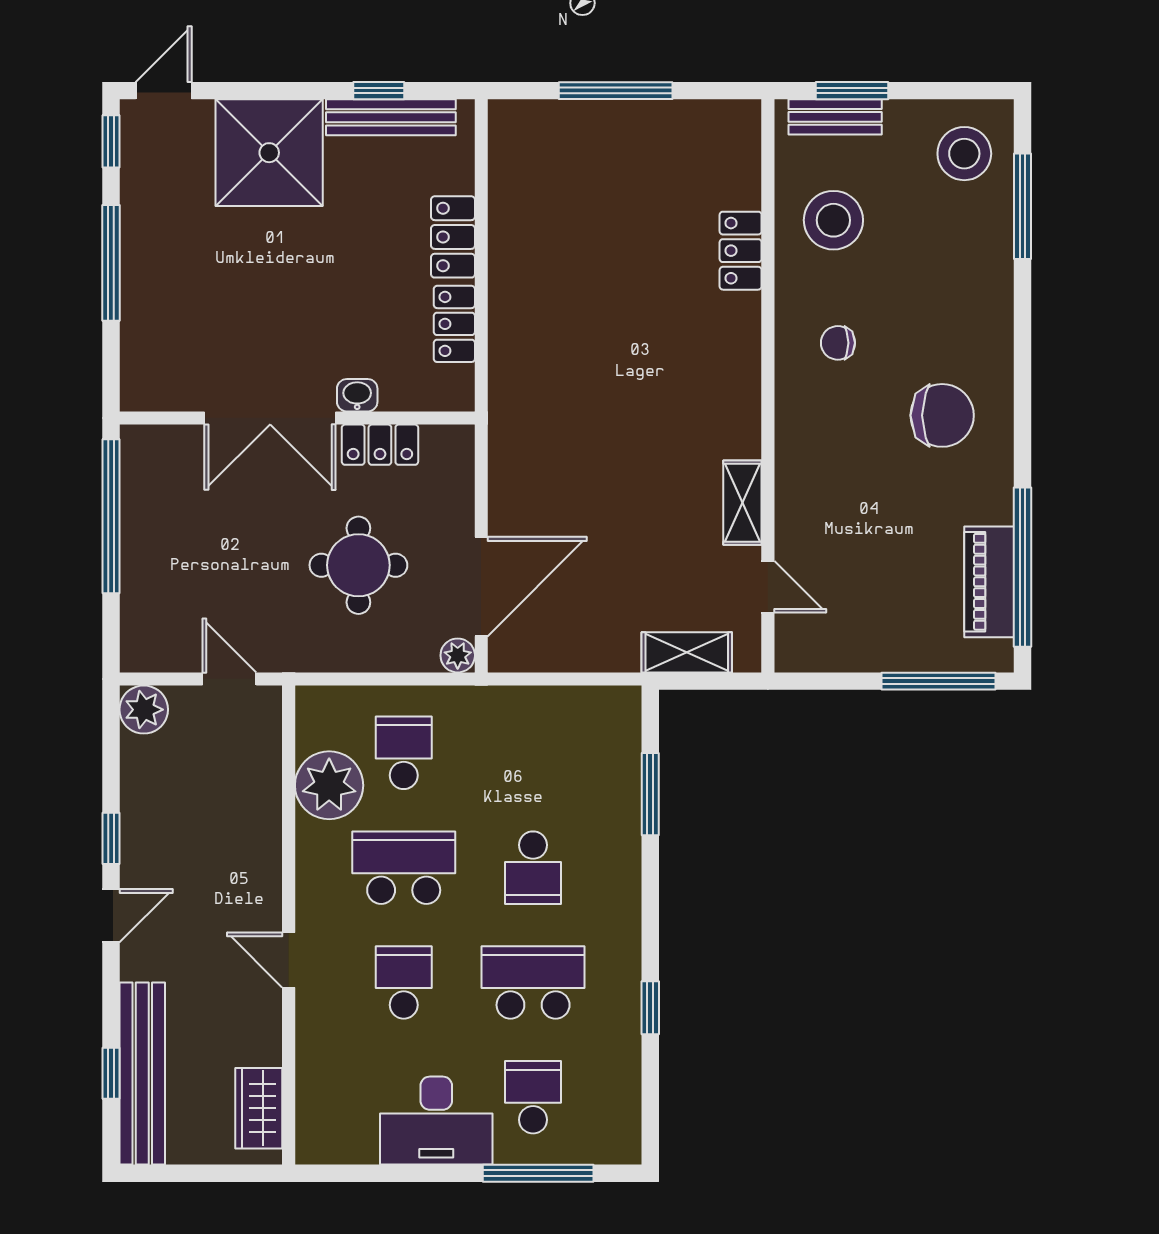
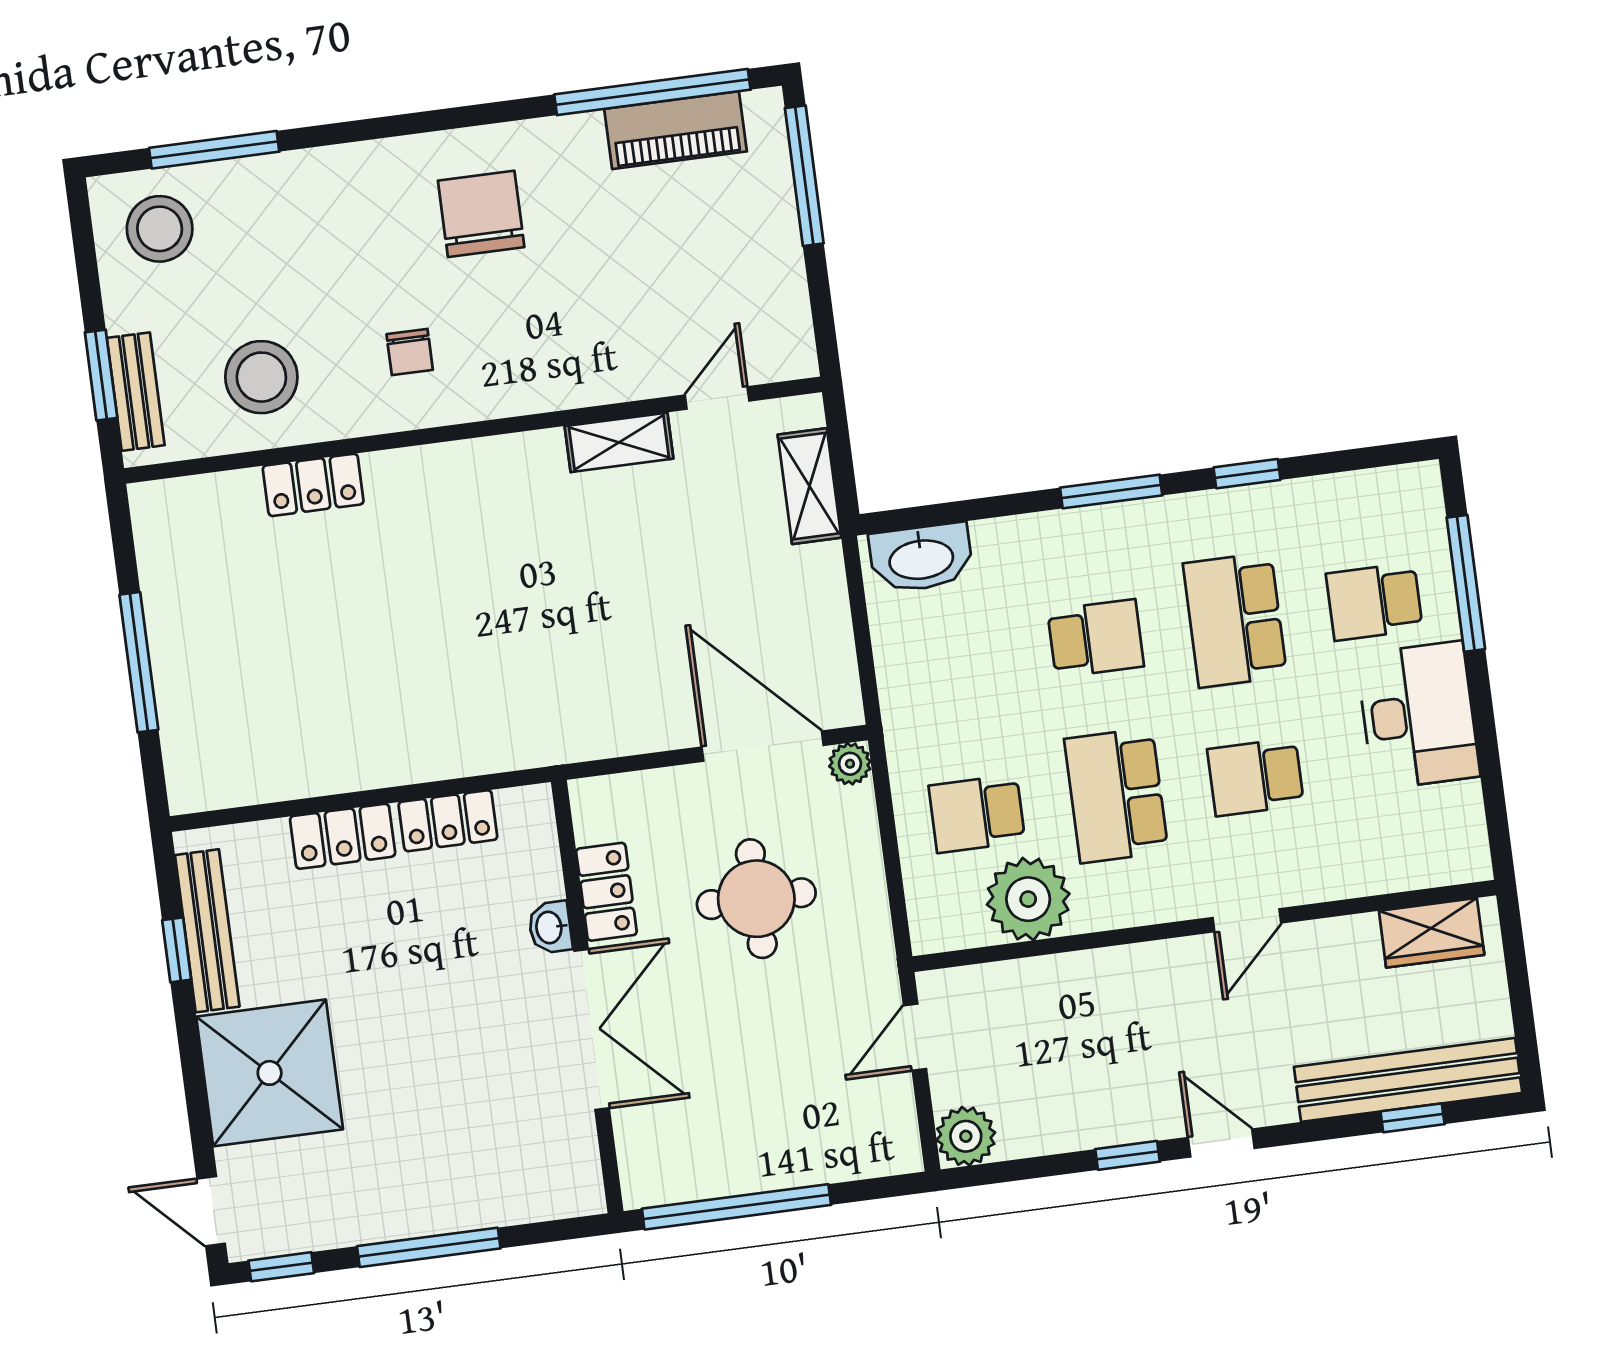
washbasin: (617, 735) -> (921, 558), added
window: (650, 794) -> (1111, 492), moved

